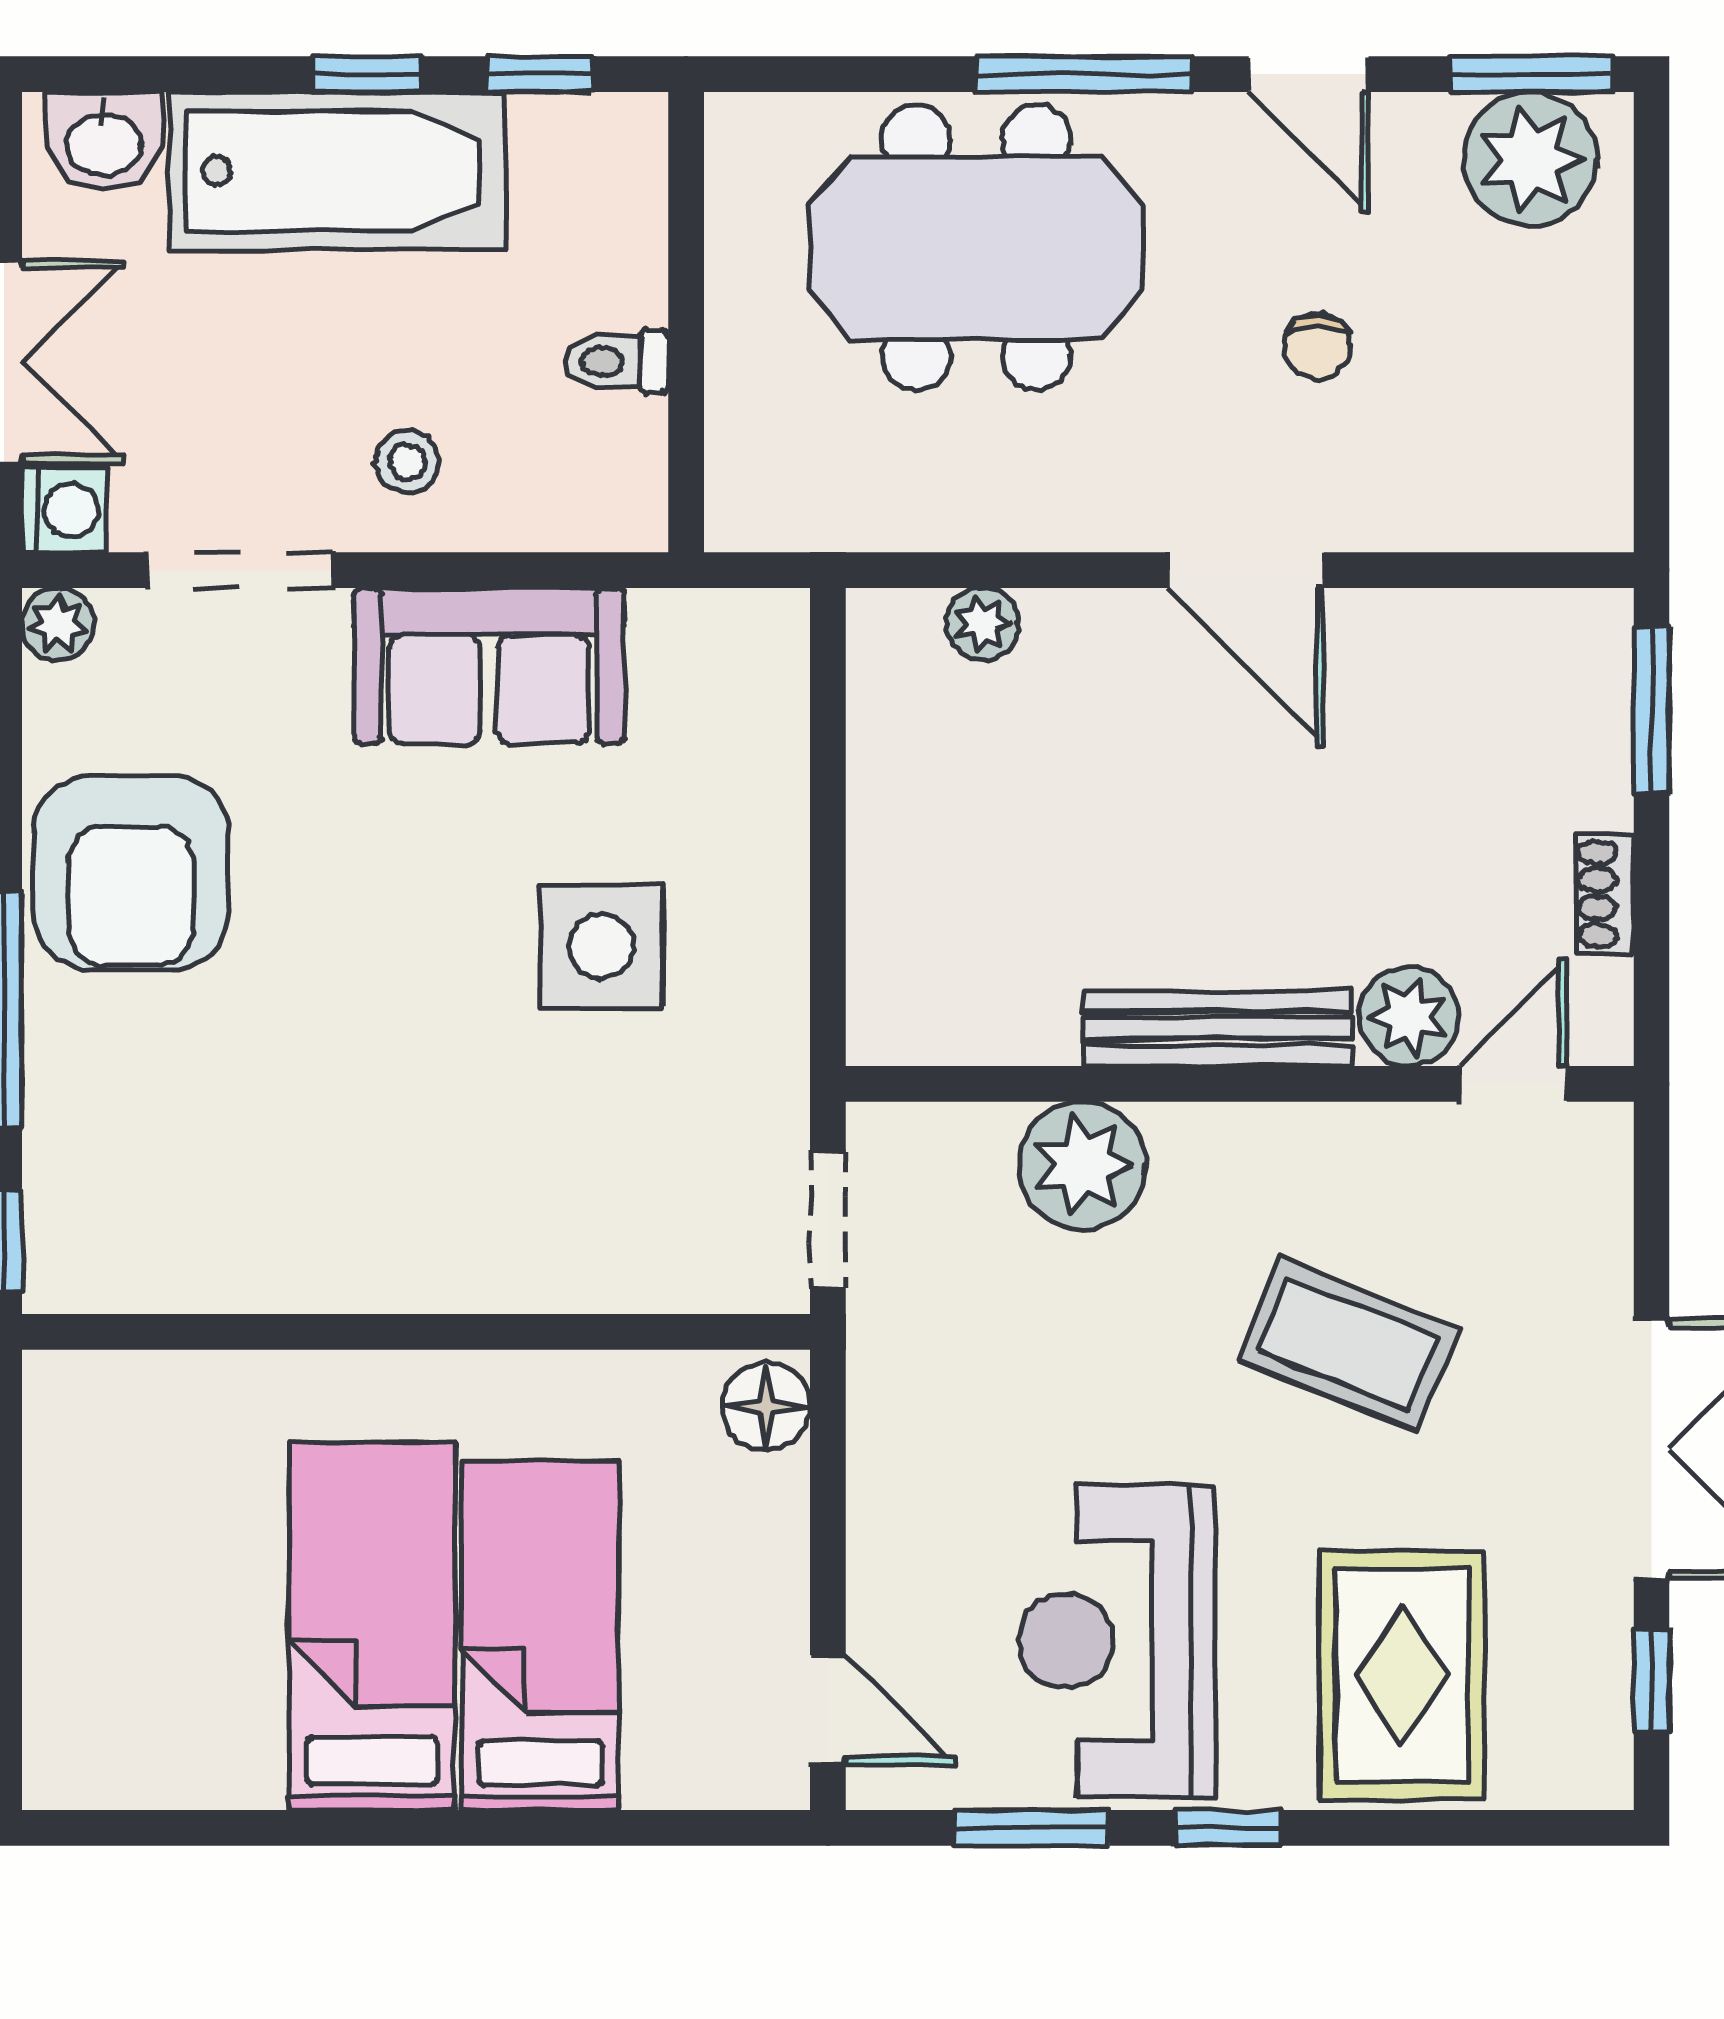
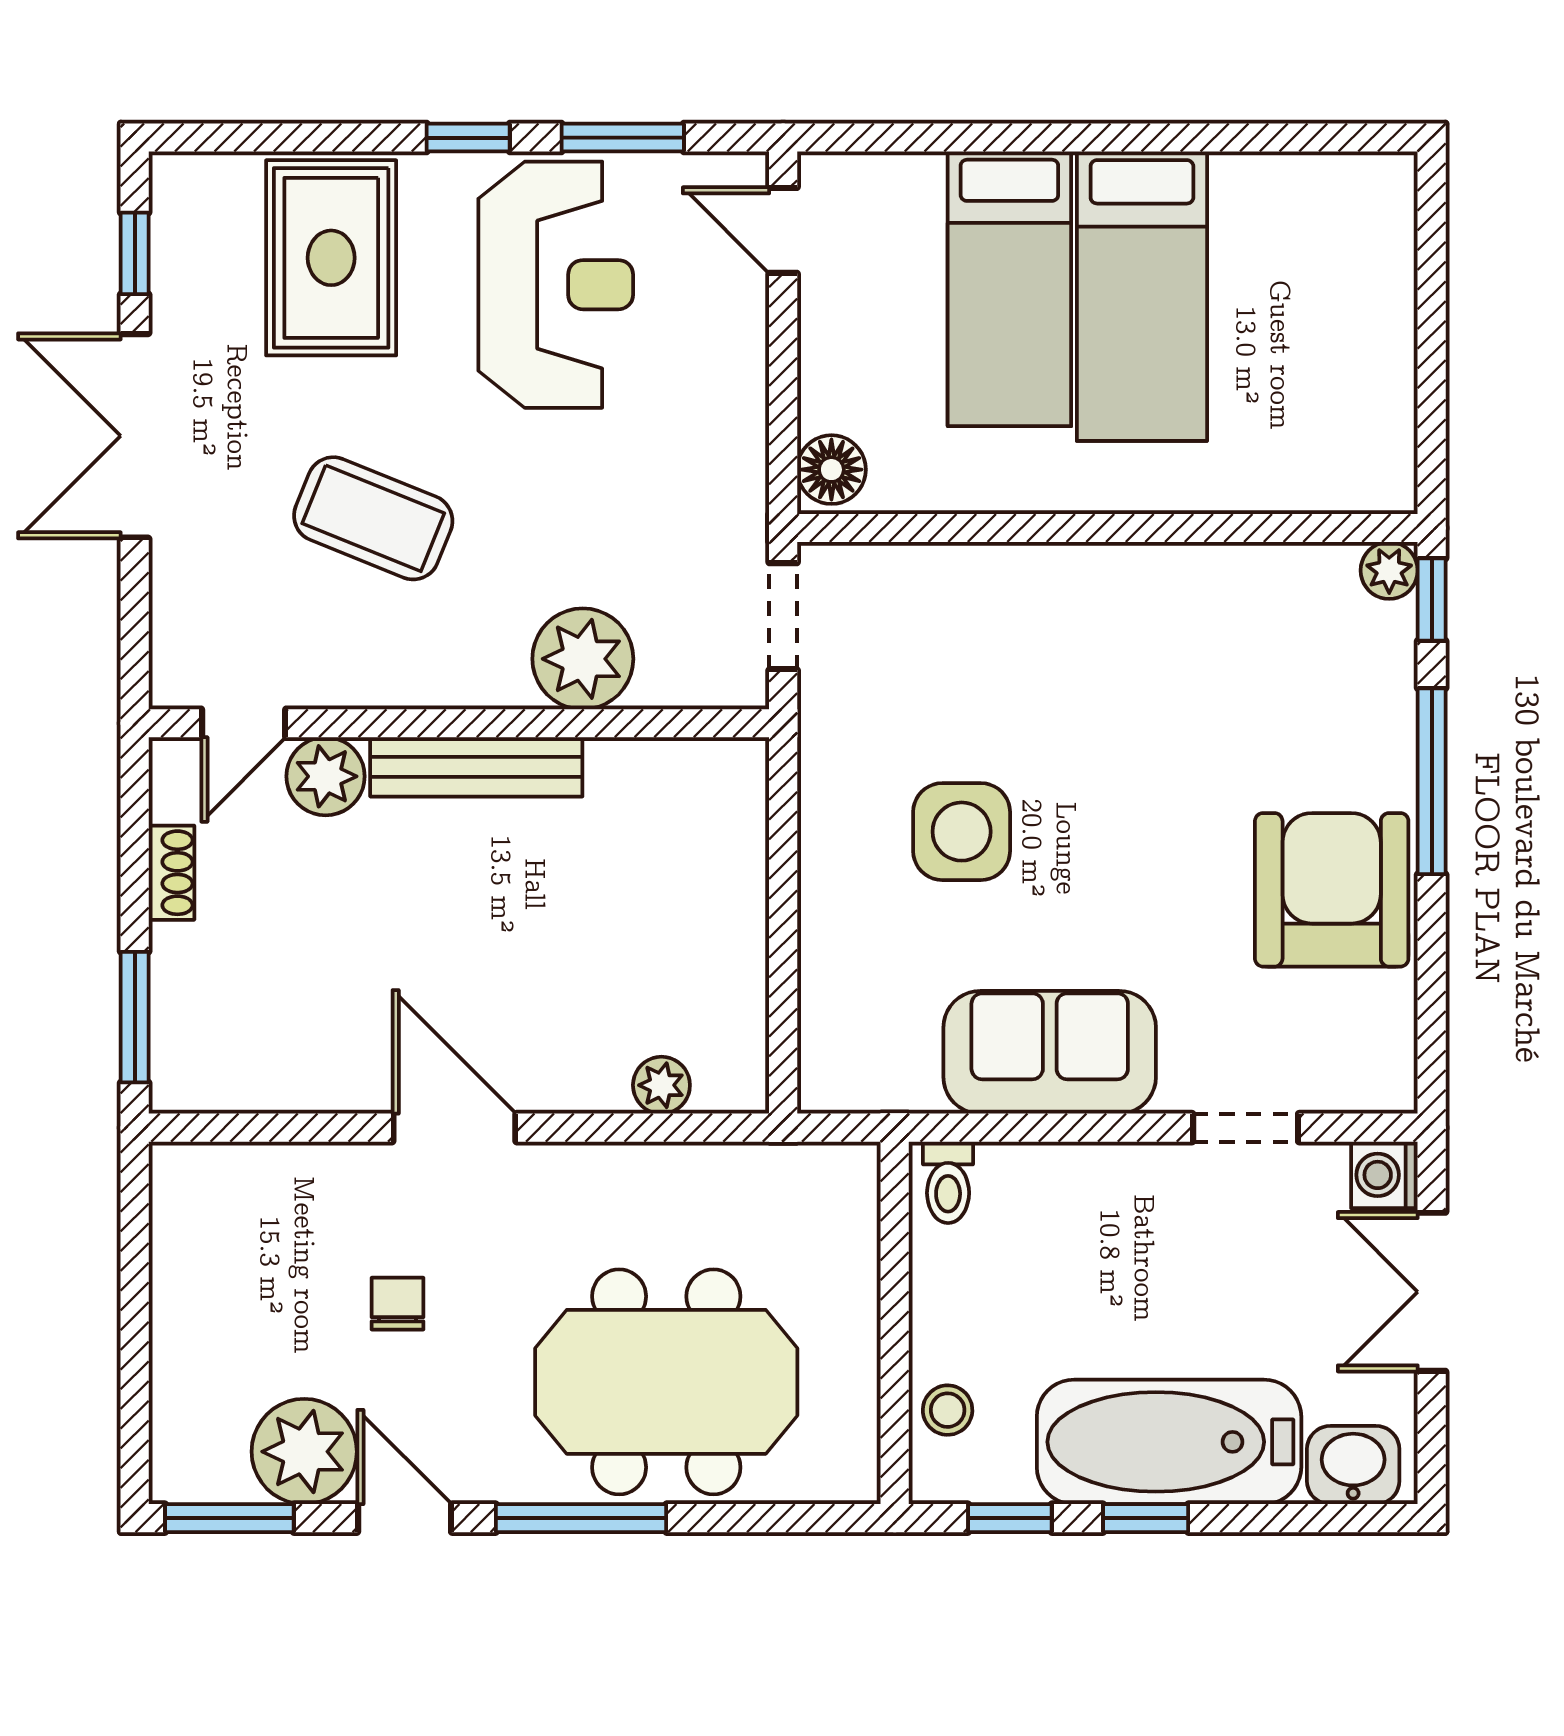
plant: (1530, 159) -> (304, 1452), moved
toilet: (617, 361) -> (948, 1182), moved, turned 90
stool: (408, 462) -> (948, 1410), moved
doorway: (240, 570) -> (1246, 1128), width x0.73
plant: (58, 624) -> (1389, 570), moved

